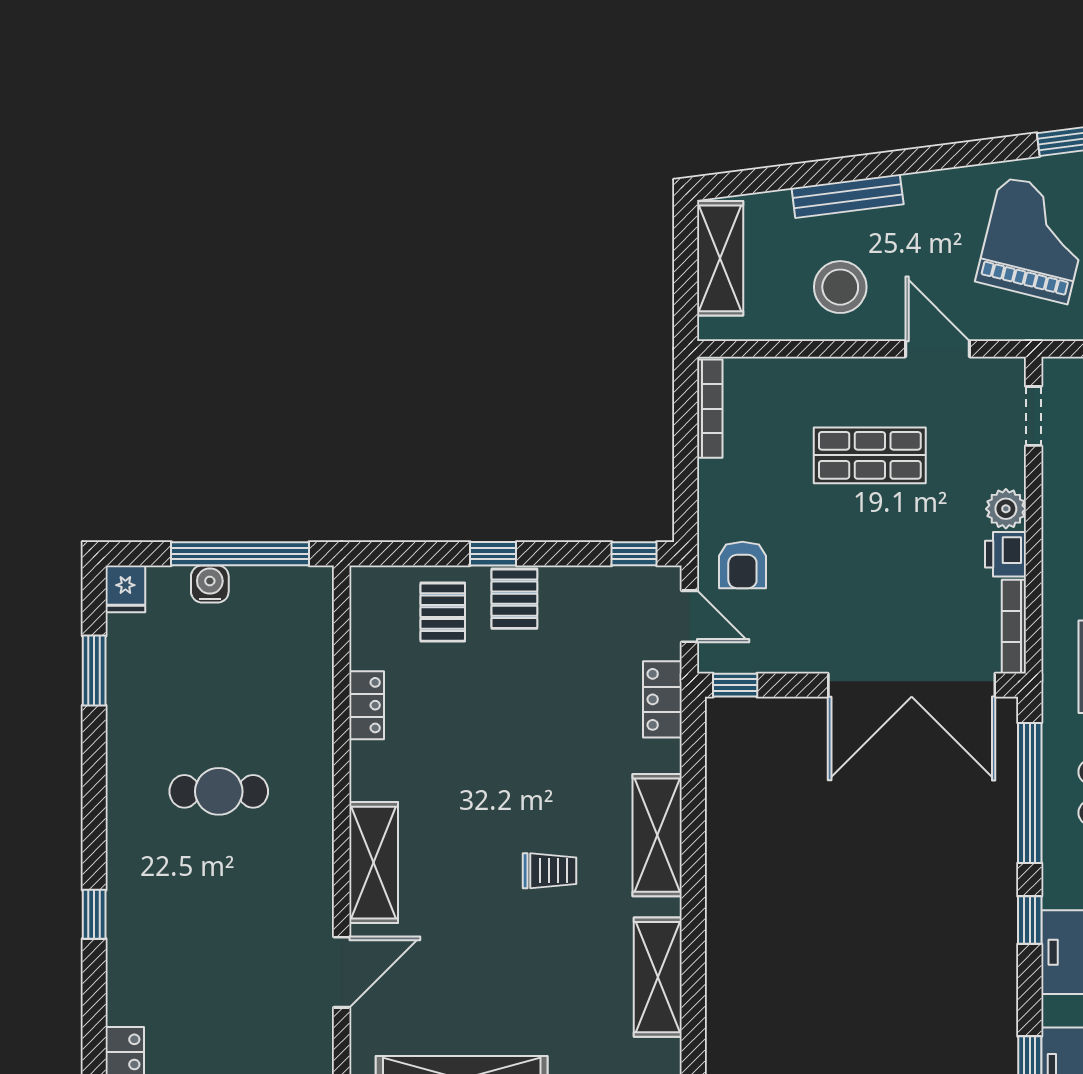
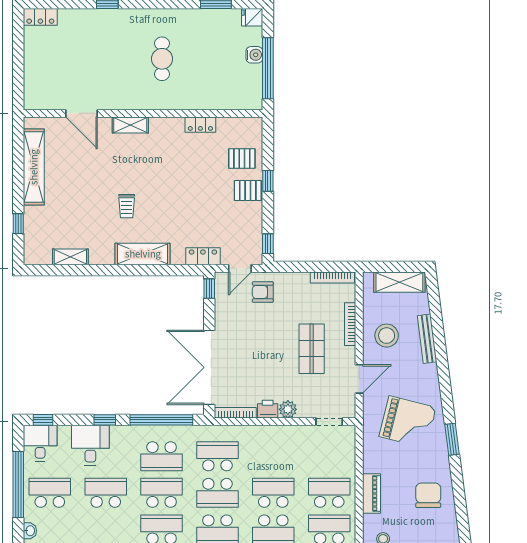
bookcase: (815, 369) -> (350, 324), added
shelving: (374, 863) -> (130, 125), width x0.67, depth x0.75
shelving: (658, 977) -> (70, 257), width x0.67, depth x0.75

